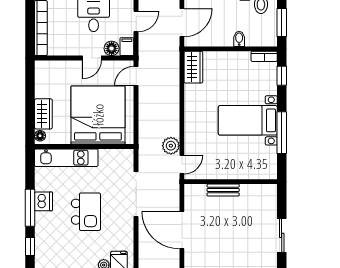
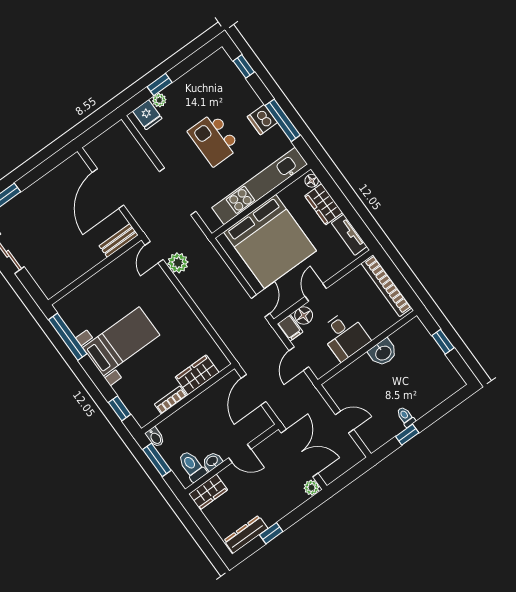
bidet: (239, 39) -> (155, 437), moved
bookcase: (264, 56) -> (171, 400), moved
wardrobe: (193, 67) -> (197, 375), moved, turned 90
tv unit: (41, 81) -> (349, 235), added
window: (282, 133) -> (68, 337), moved
kitchen unit: (66, 158) -> (260, 186), width x1.36
bench: (223, 190) -> (119, 240), moved
window: (30, 208) -> (283, 120), moved
door: (182, 230) -> (108, 189), swing flipped

